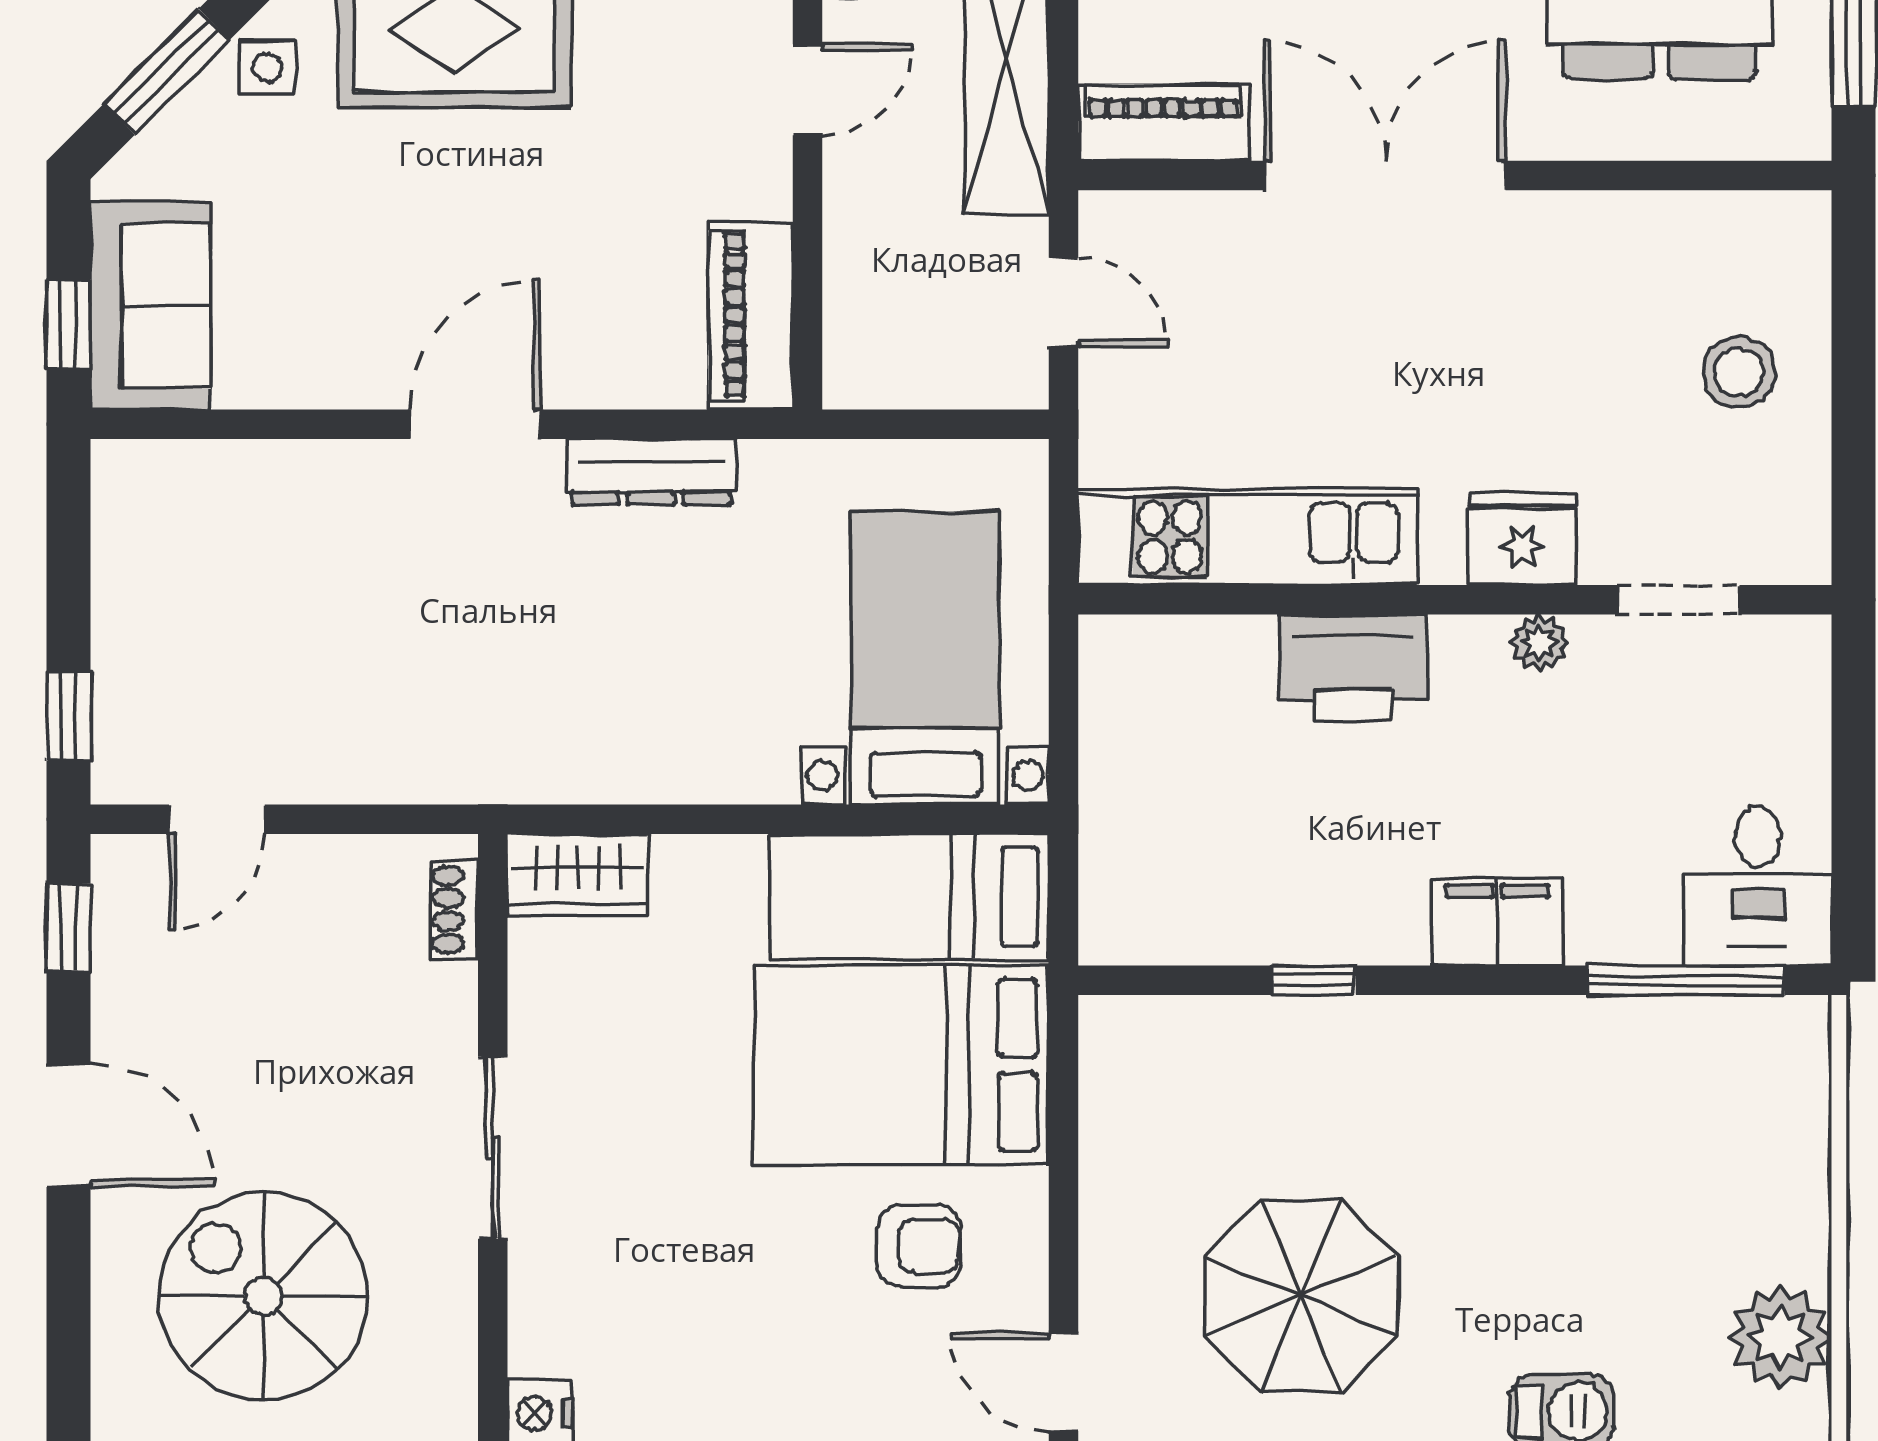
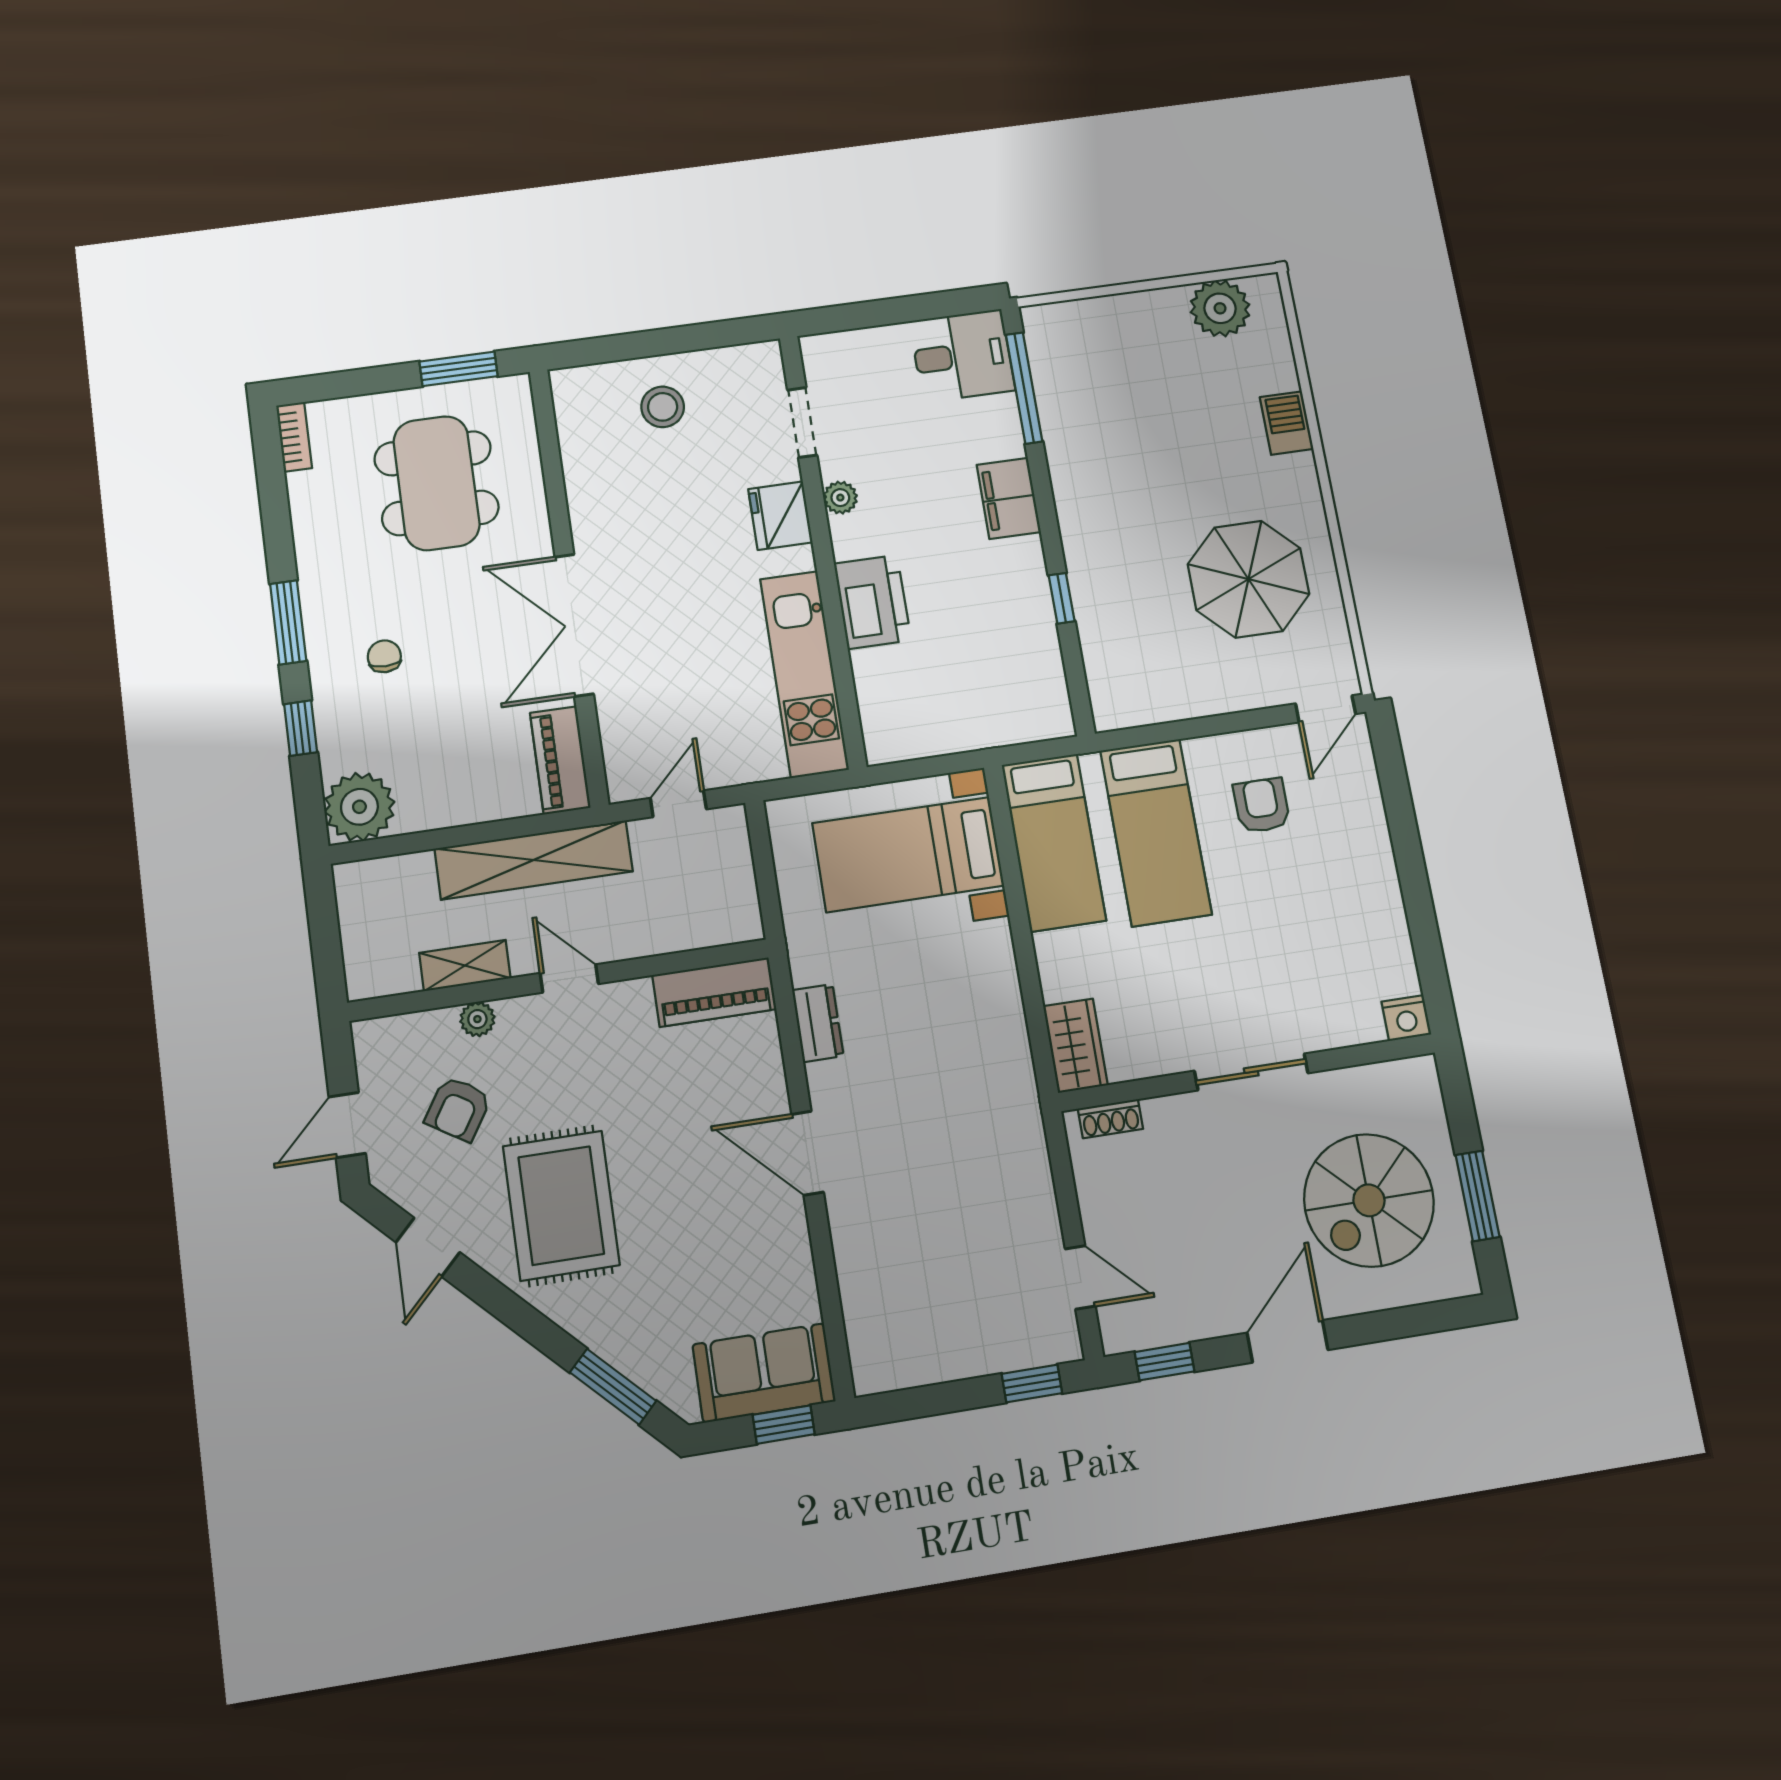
side table: (268, 67) -> (601, 1322), removed
dresser: (651, 472) -> (818, 1023), width x0.70
bed: (901, 1065) -> (1156, 832), width x0.67

